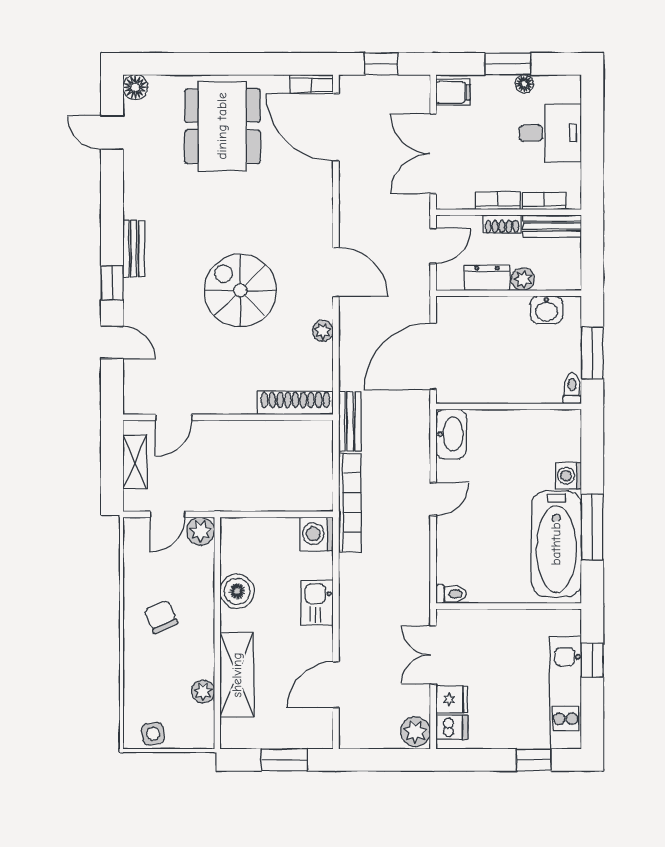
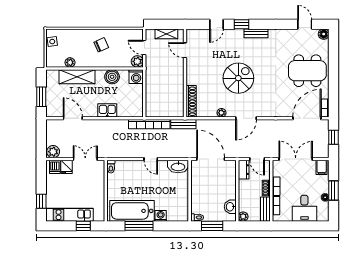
door: (112, 133) -> (305, 24), hinge flipped
dresser: (487, 278) -> (244, 170), moved
plant: (523, 279) -> (243, 217), moved
washing machine: (317, 534) -> (136, 77), moved, turned 180

